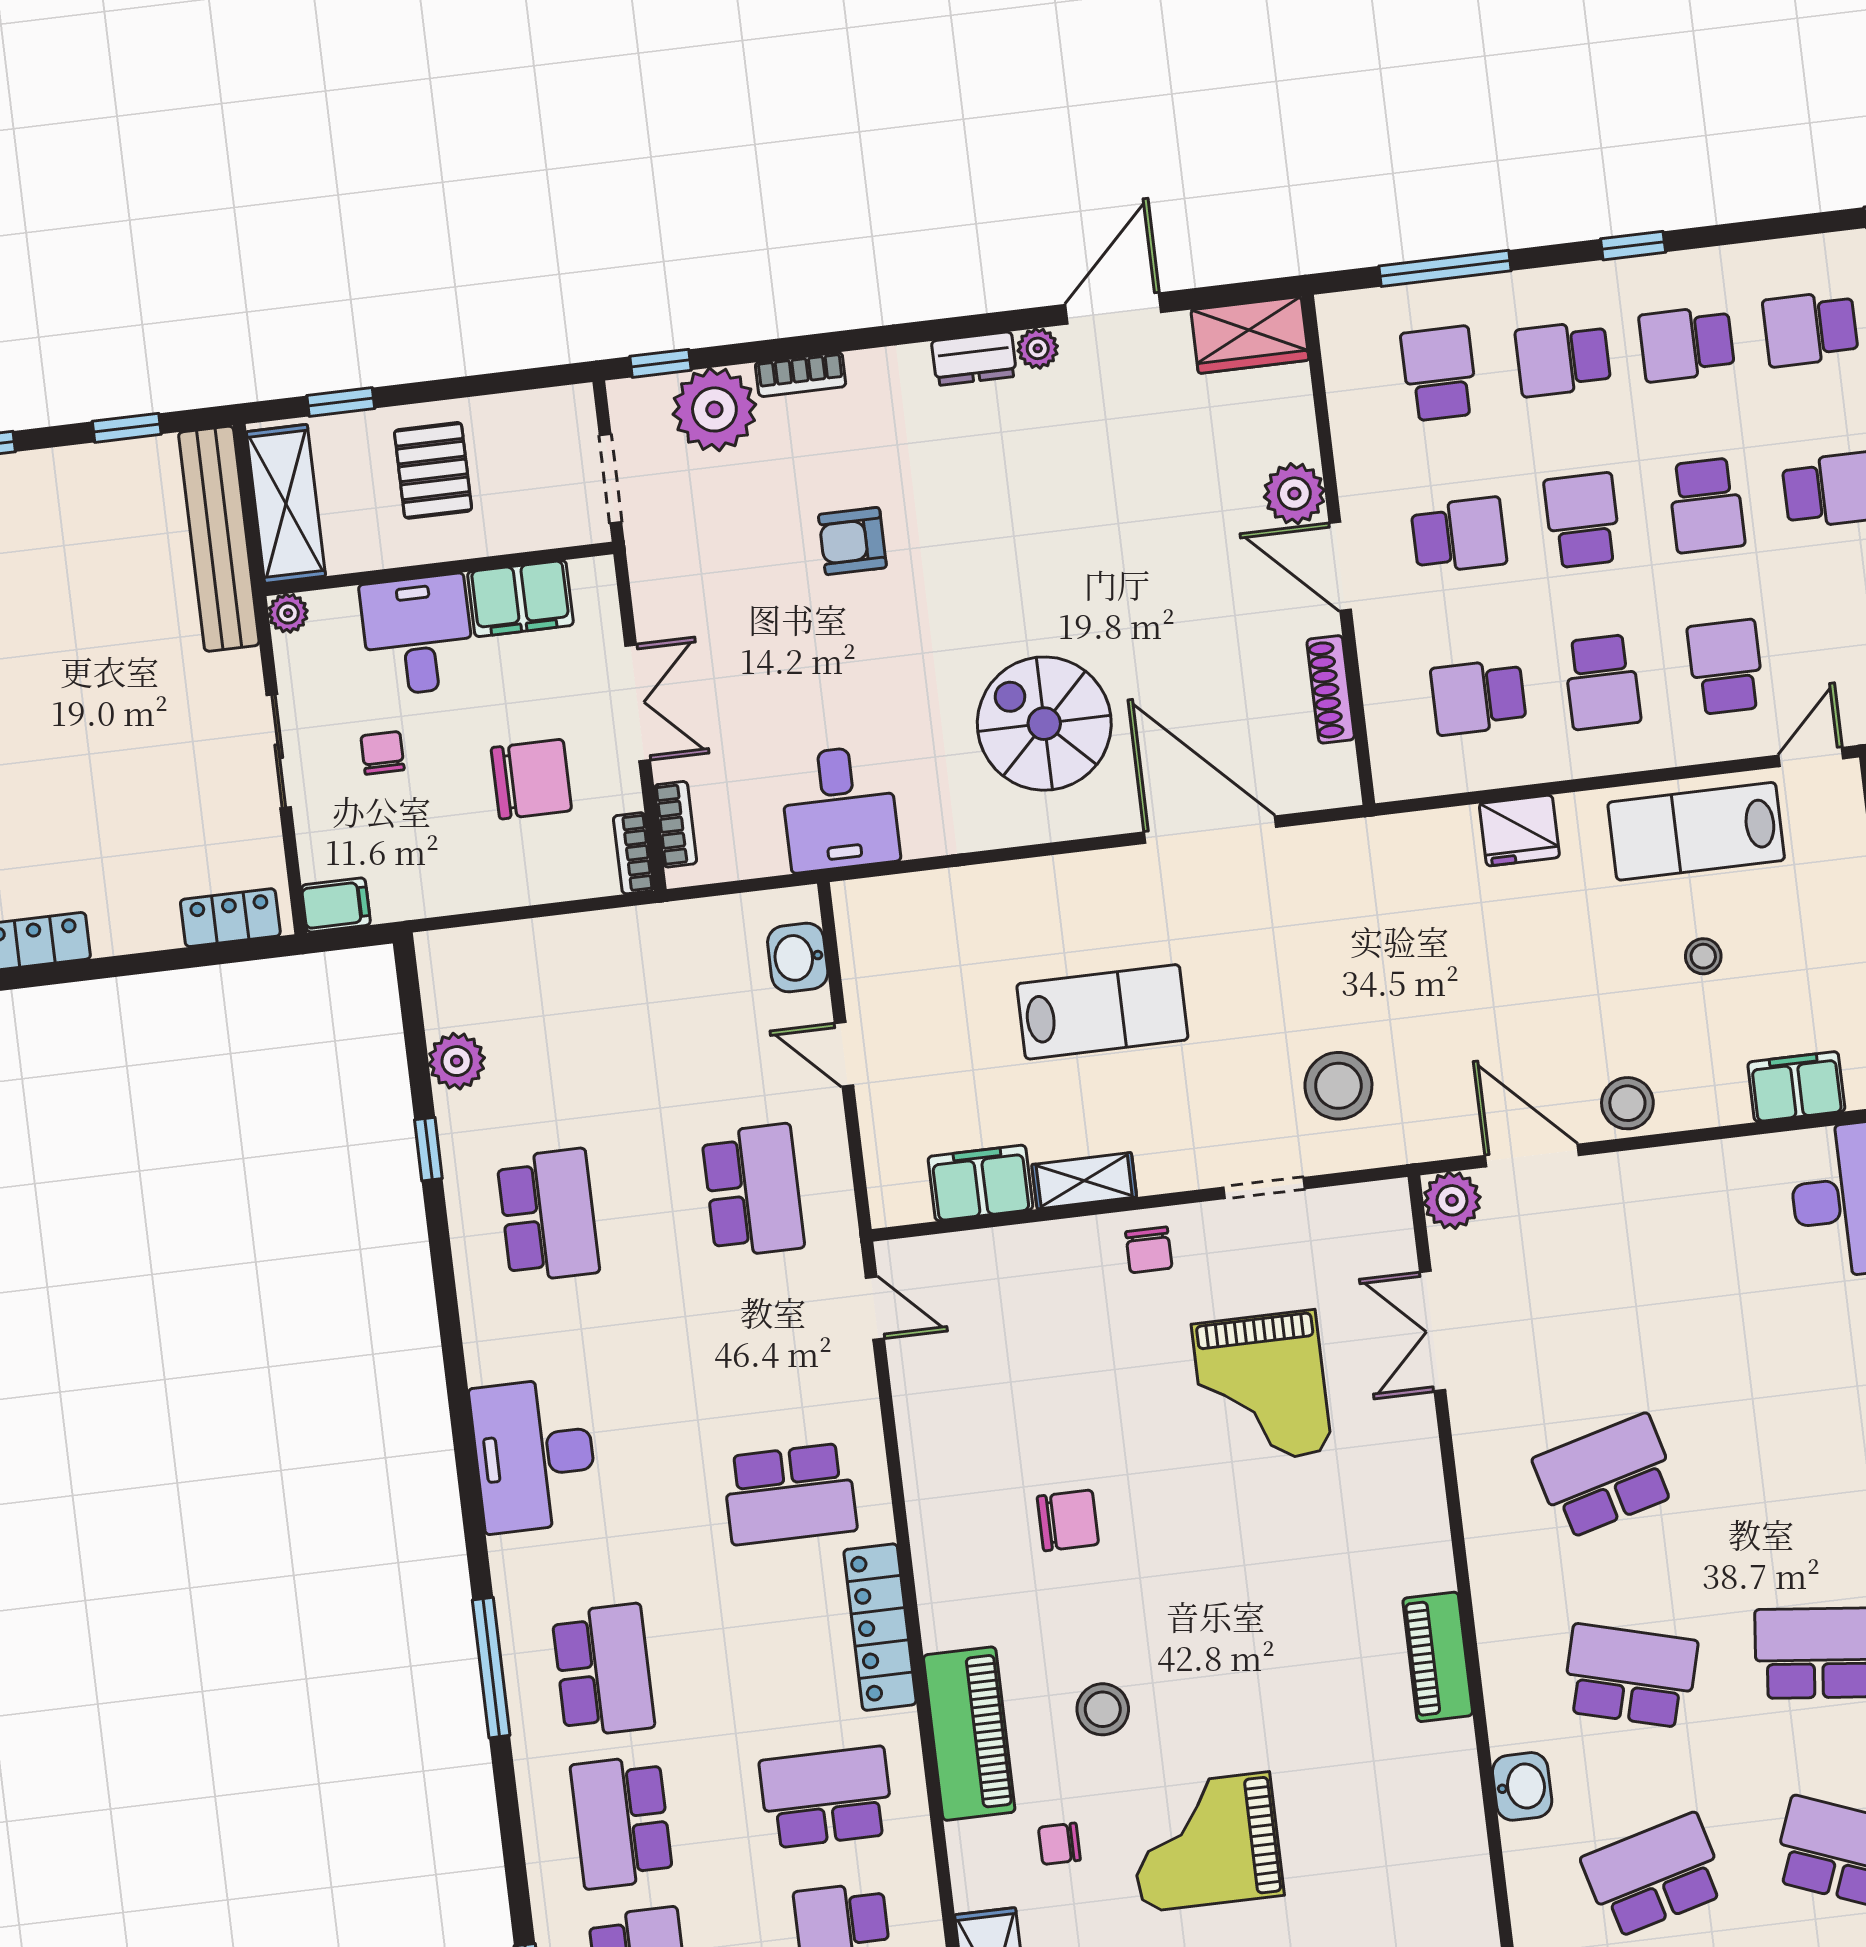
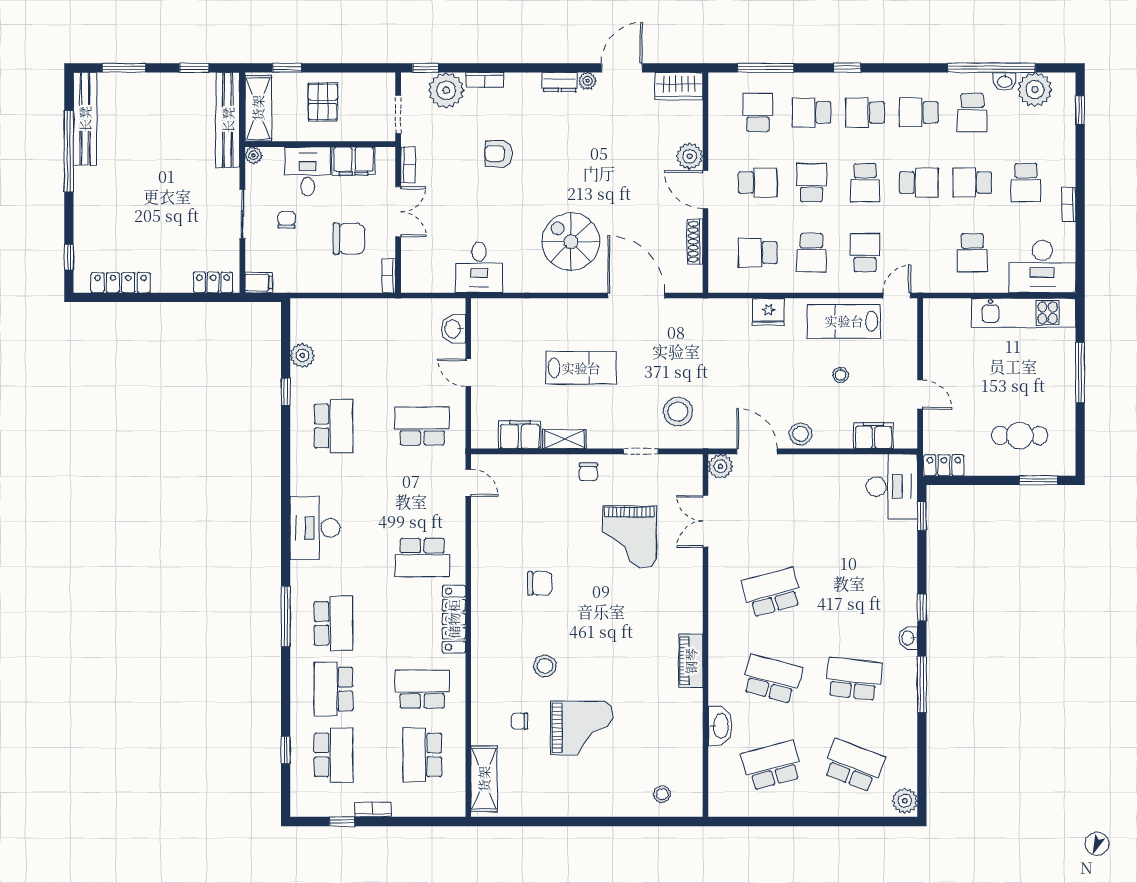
bookcase: (675, 824) -> (408, 165), moved
school desk: (753, 1191) -> (422, 426), turned -90
piano: (969, 1734) -> (487, 669), removed
washbasin: (1522, 1786) -> (720, 726), width x1.38
grand piano: (1205, 1842) -> (582, 728), turned 180

